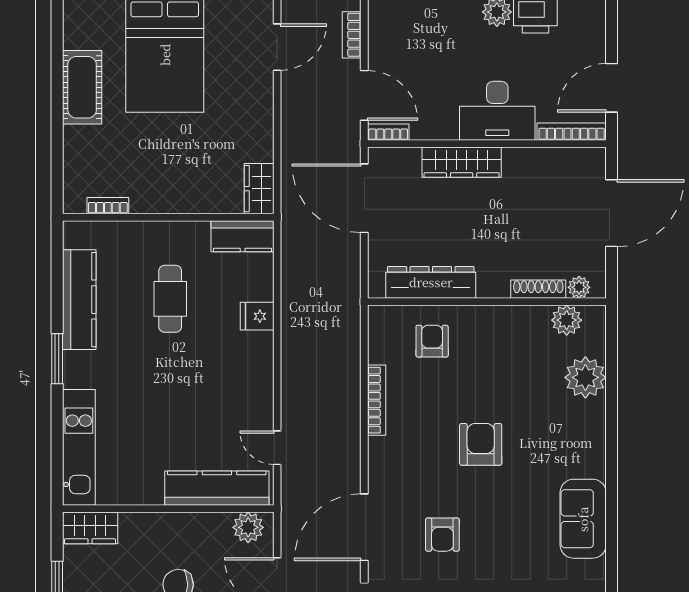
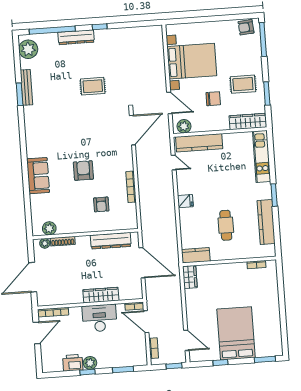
door: (277, 47) -> (186, 340), swing flipped
cot: (82, 87) -> (272, 316), removed
desk: (497, 111) -> (100, 318), moved
door: (364, 198) -> (142, 263), moved
fridge: (257, 316) -> (185, 201), moved
armchair: (432, 341) -> (101, 204), moved
plant: (585, 377) -> (39, 204), removed
armchair: (481, 444) -> (83, 171), turned 180
sofa: (583, 519) -> (38, 176), moved
wardrobe: (90, 528) -> (248, 121), width x1.50
armchair: (442, 535) -> (98, 129), removed

